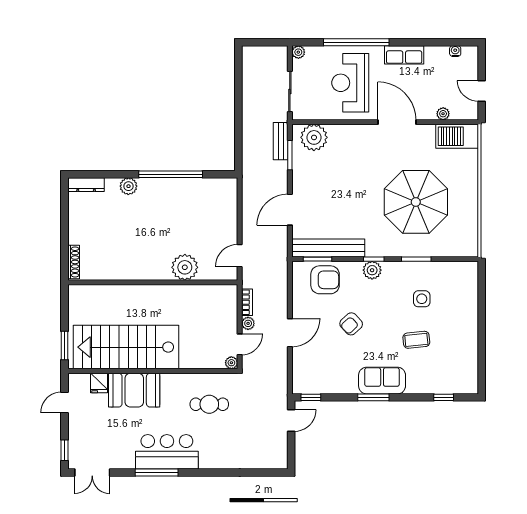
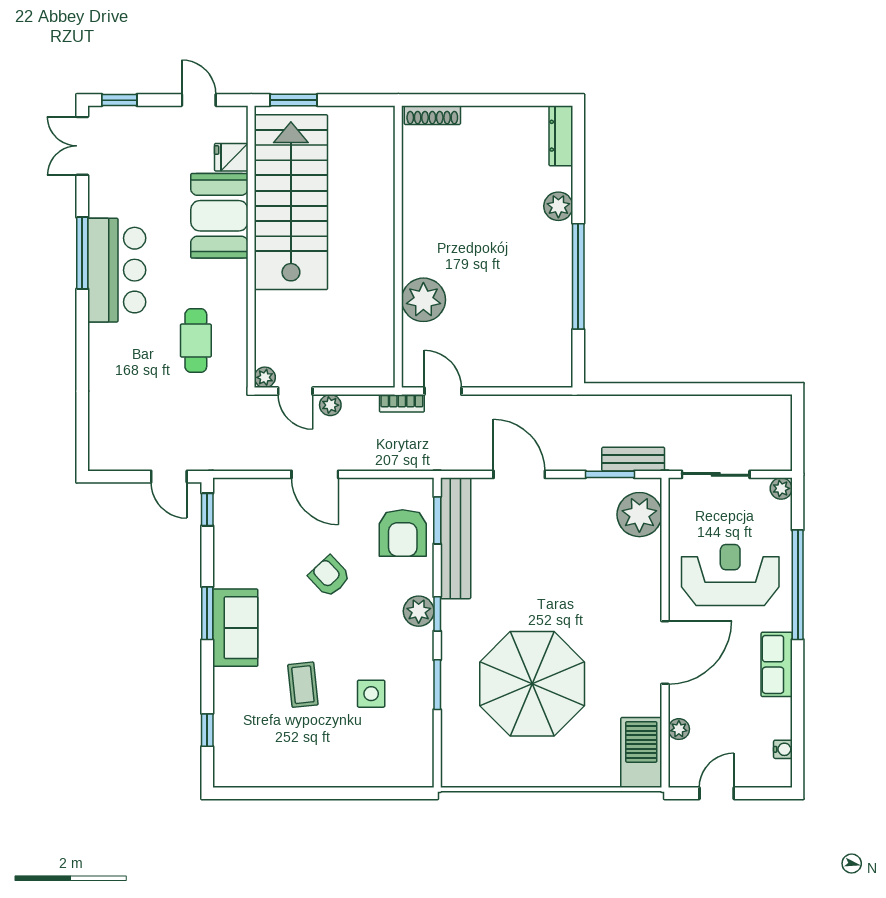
bookcase: (247, 302) -> (402, 403), moved

